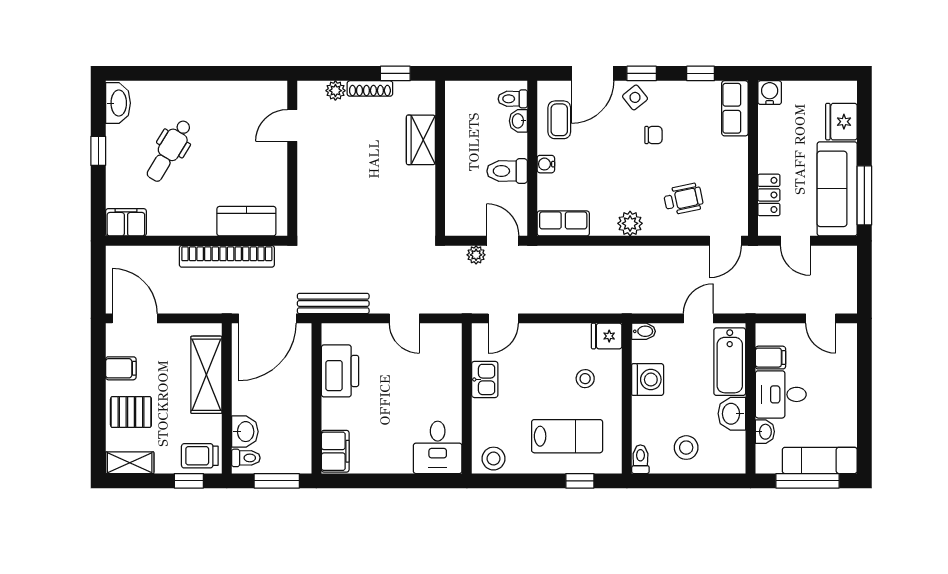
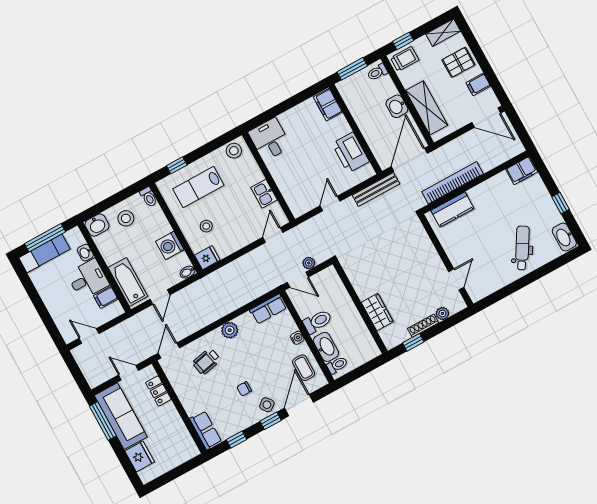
water cooler: (770, 93) -> (190, 450), removed
washbasin: (518, 121) -> (326, 347), width x1.91, depth x1.45
dental chair: (169, 151) -> (522, 248), moved
door: (404, 318) -> (330, 203), hinge flipped
washbasin: (732, 414) -> (97, 225), moved, turned 90
washbasin: (245, 432) -> (397, 106), moved

